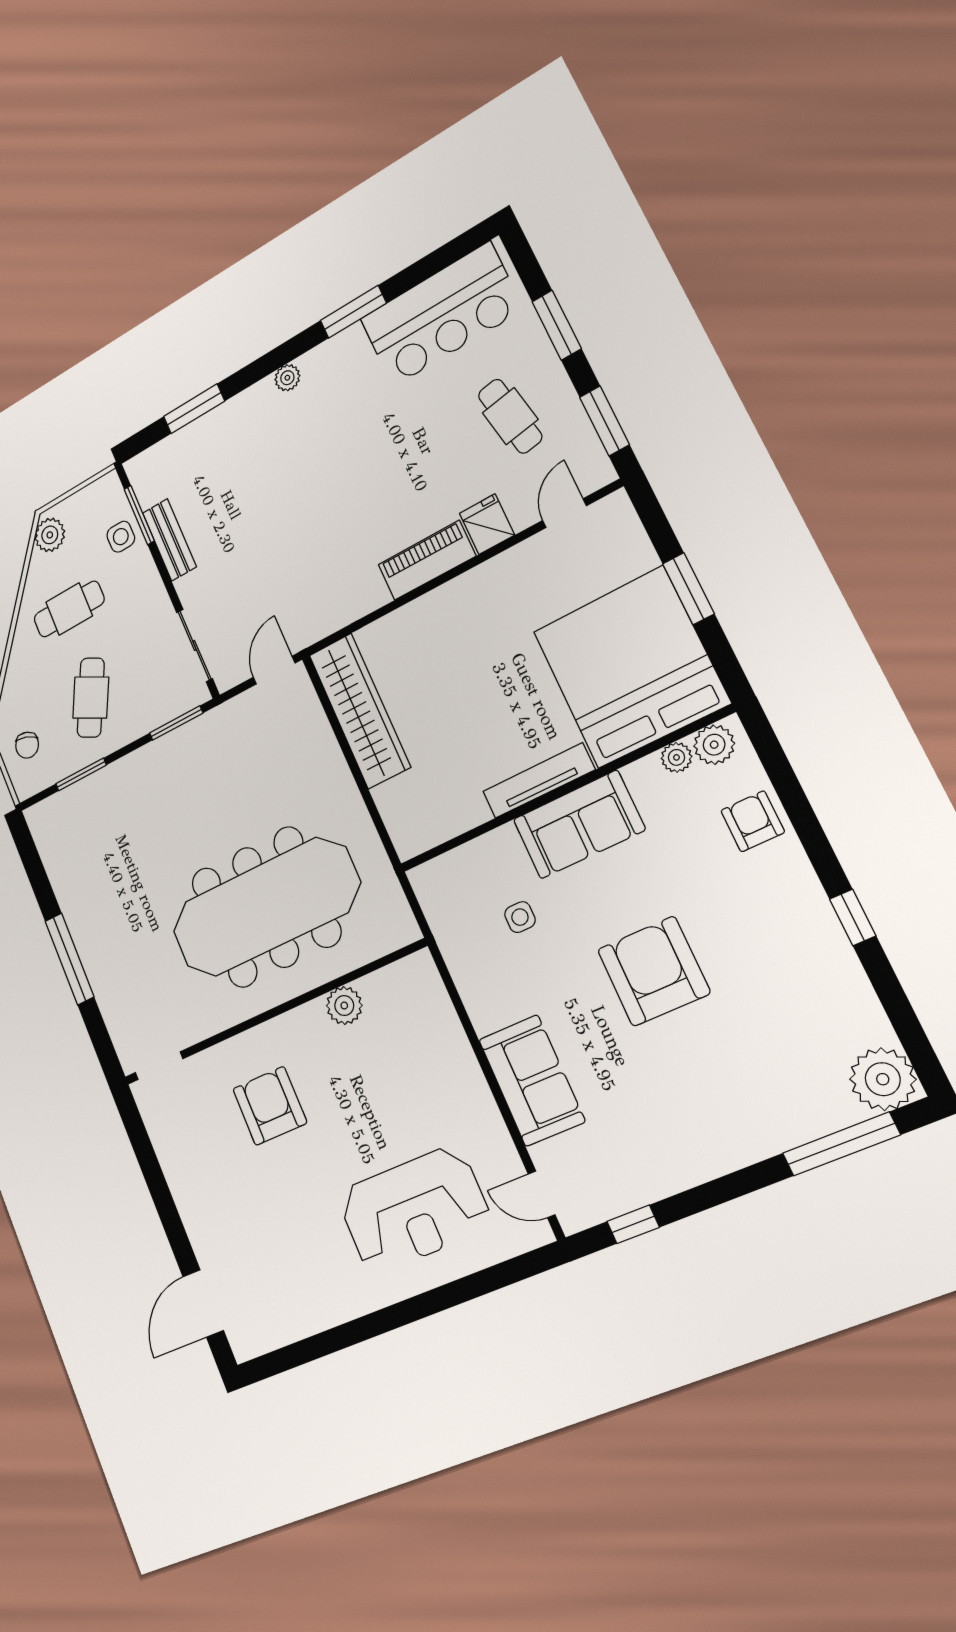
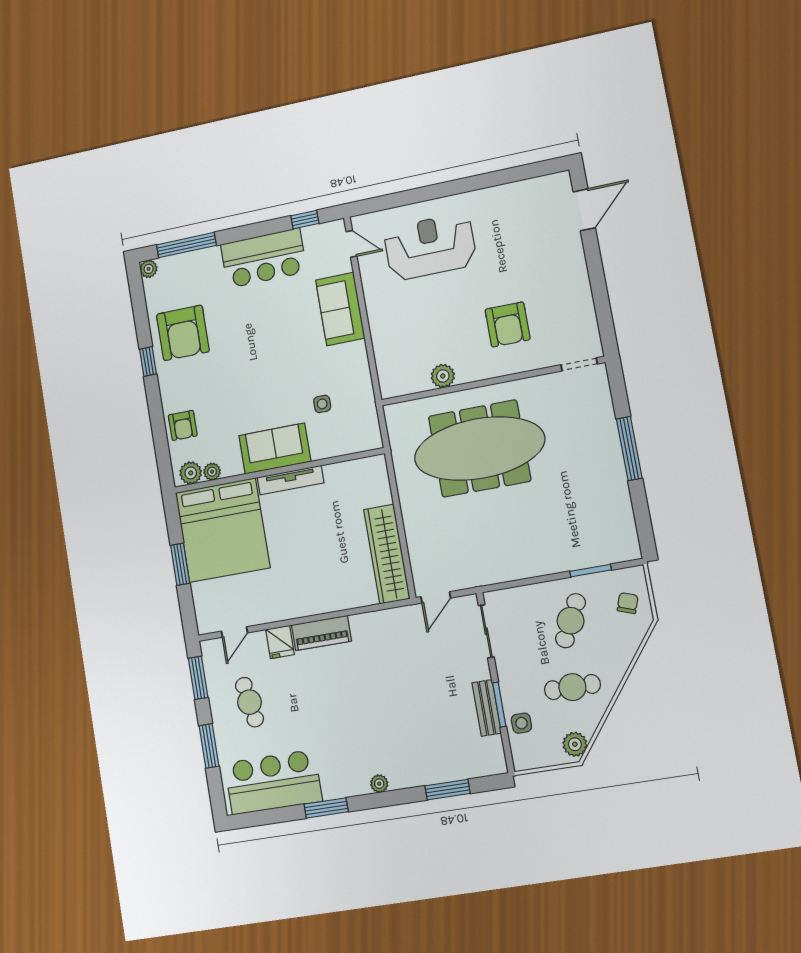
window: (139, 515) -> (499, 705), moved
window: (176, 723) -> (512, 584), removed
armchair: (654, 971) -> (183, 333), moved
plant: (883, 1079) -> (149, 269), width x0.53, depth x0.53
bar counter: (688, 1144) -> (264, 258), added

